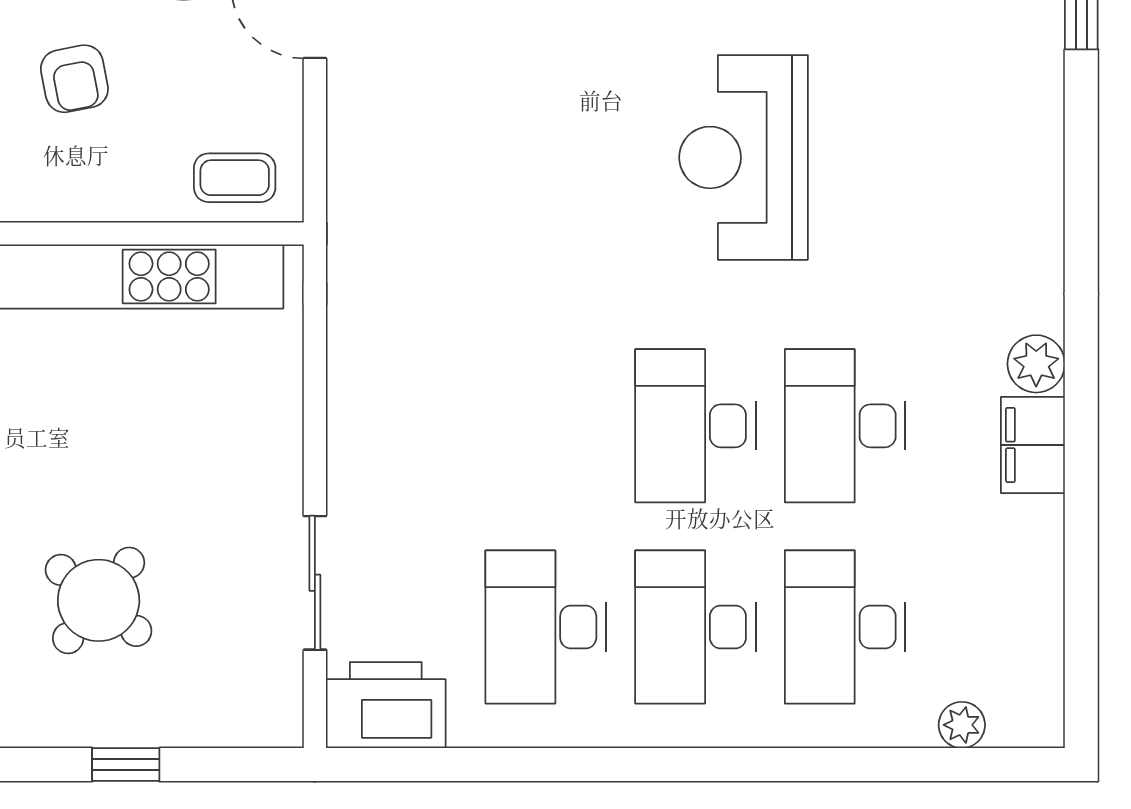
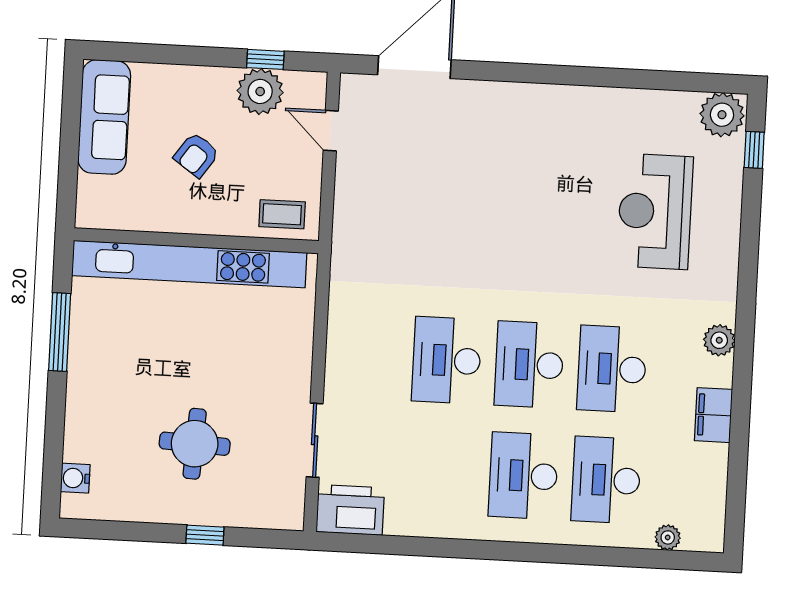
armchair: (74, 79) -> (196, 155), turned 46
reception desk: (744, 157) -> (655, 211), moved
filing cabinet: (1033, 445) -> (713, 415), moved
round table: (99, 600) -> (195, 444), turned -36
desk: (546, 627) -> (447, 360), moved

